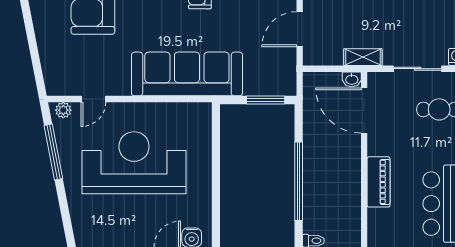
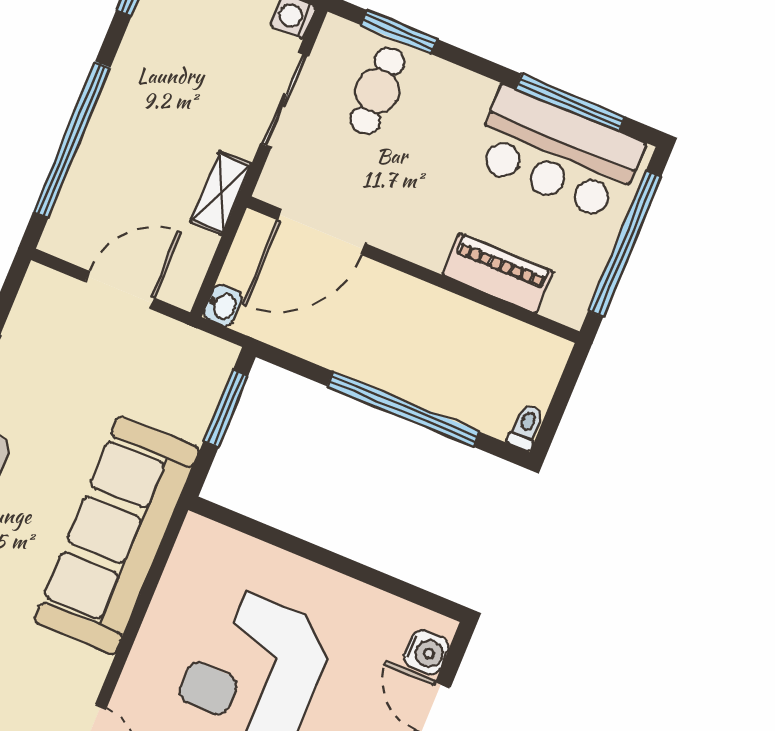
door: (300, 29) -> (120, 290), swing flipped
washbasin: (352, 79) -> (223, 305), moved
piano: (378, 182) -> (498, 273), moved

